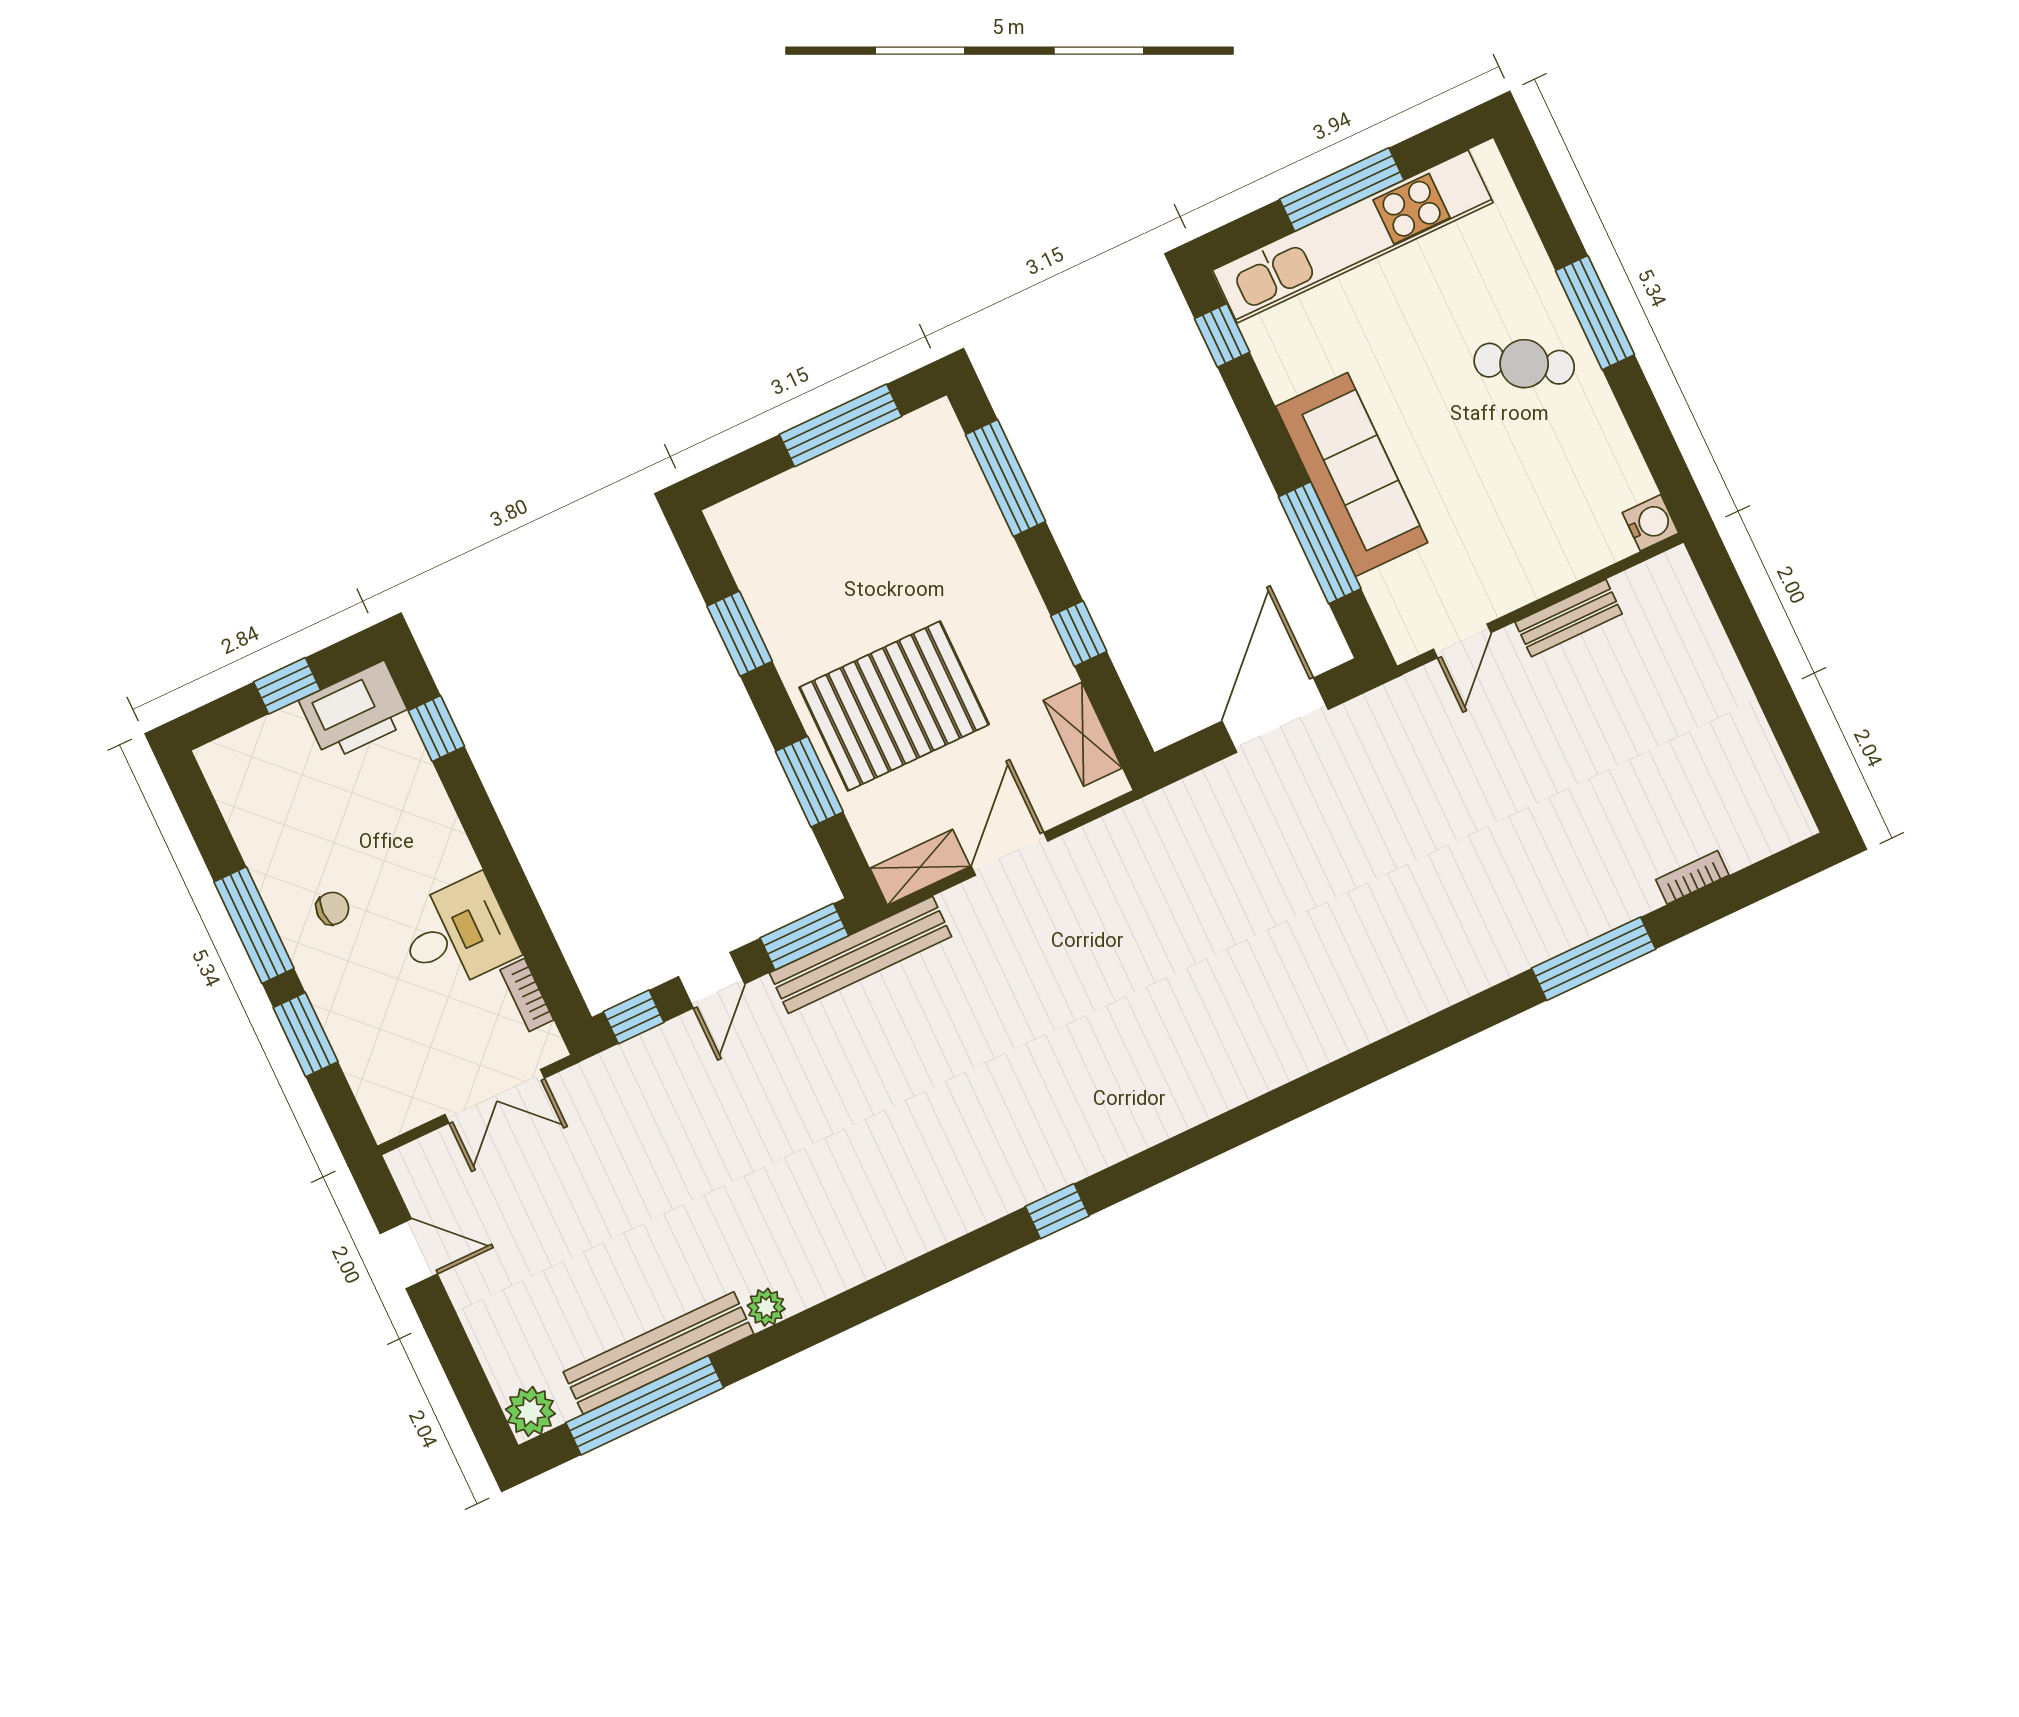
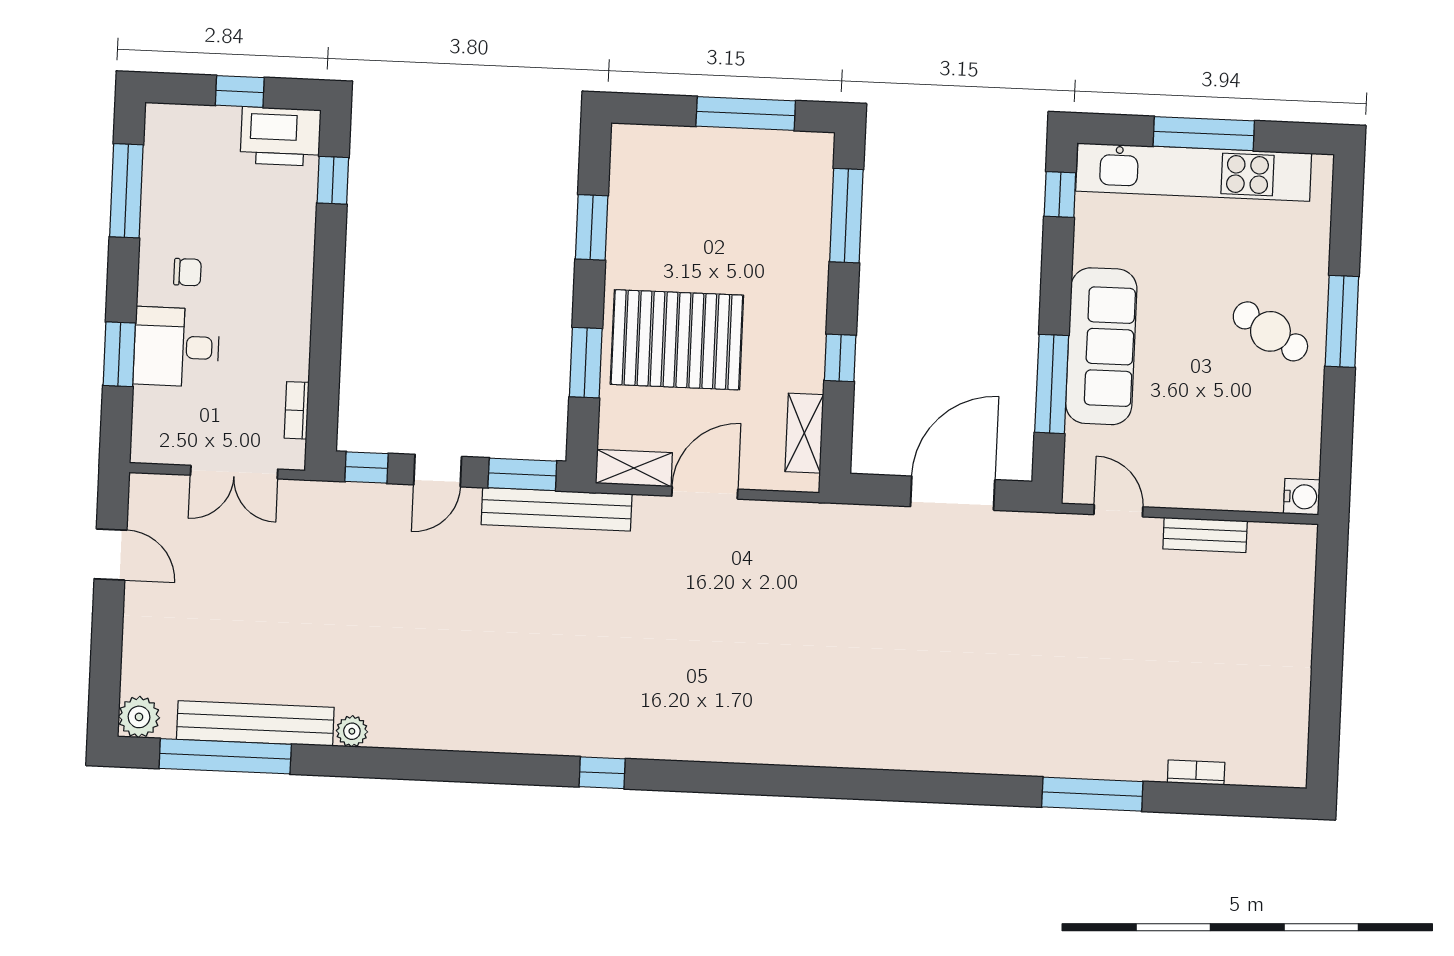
door: (1462, 641) -> (1118, 511), swing flipped
window: (254, 925) -> (126, 191), moved
desk: (457, 934) -> (176, 347), moved, turned 180

